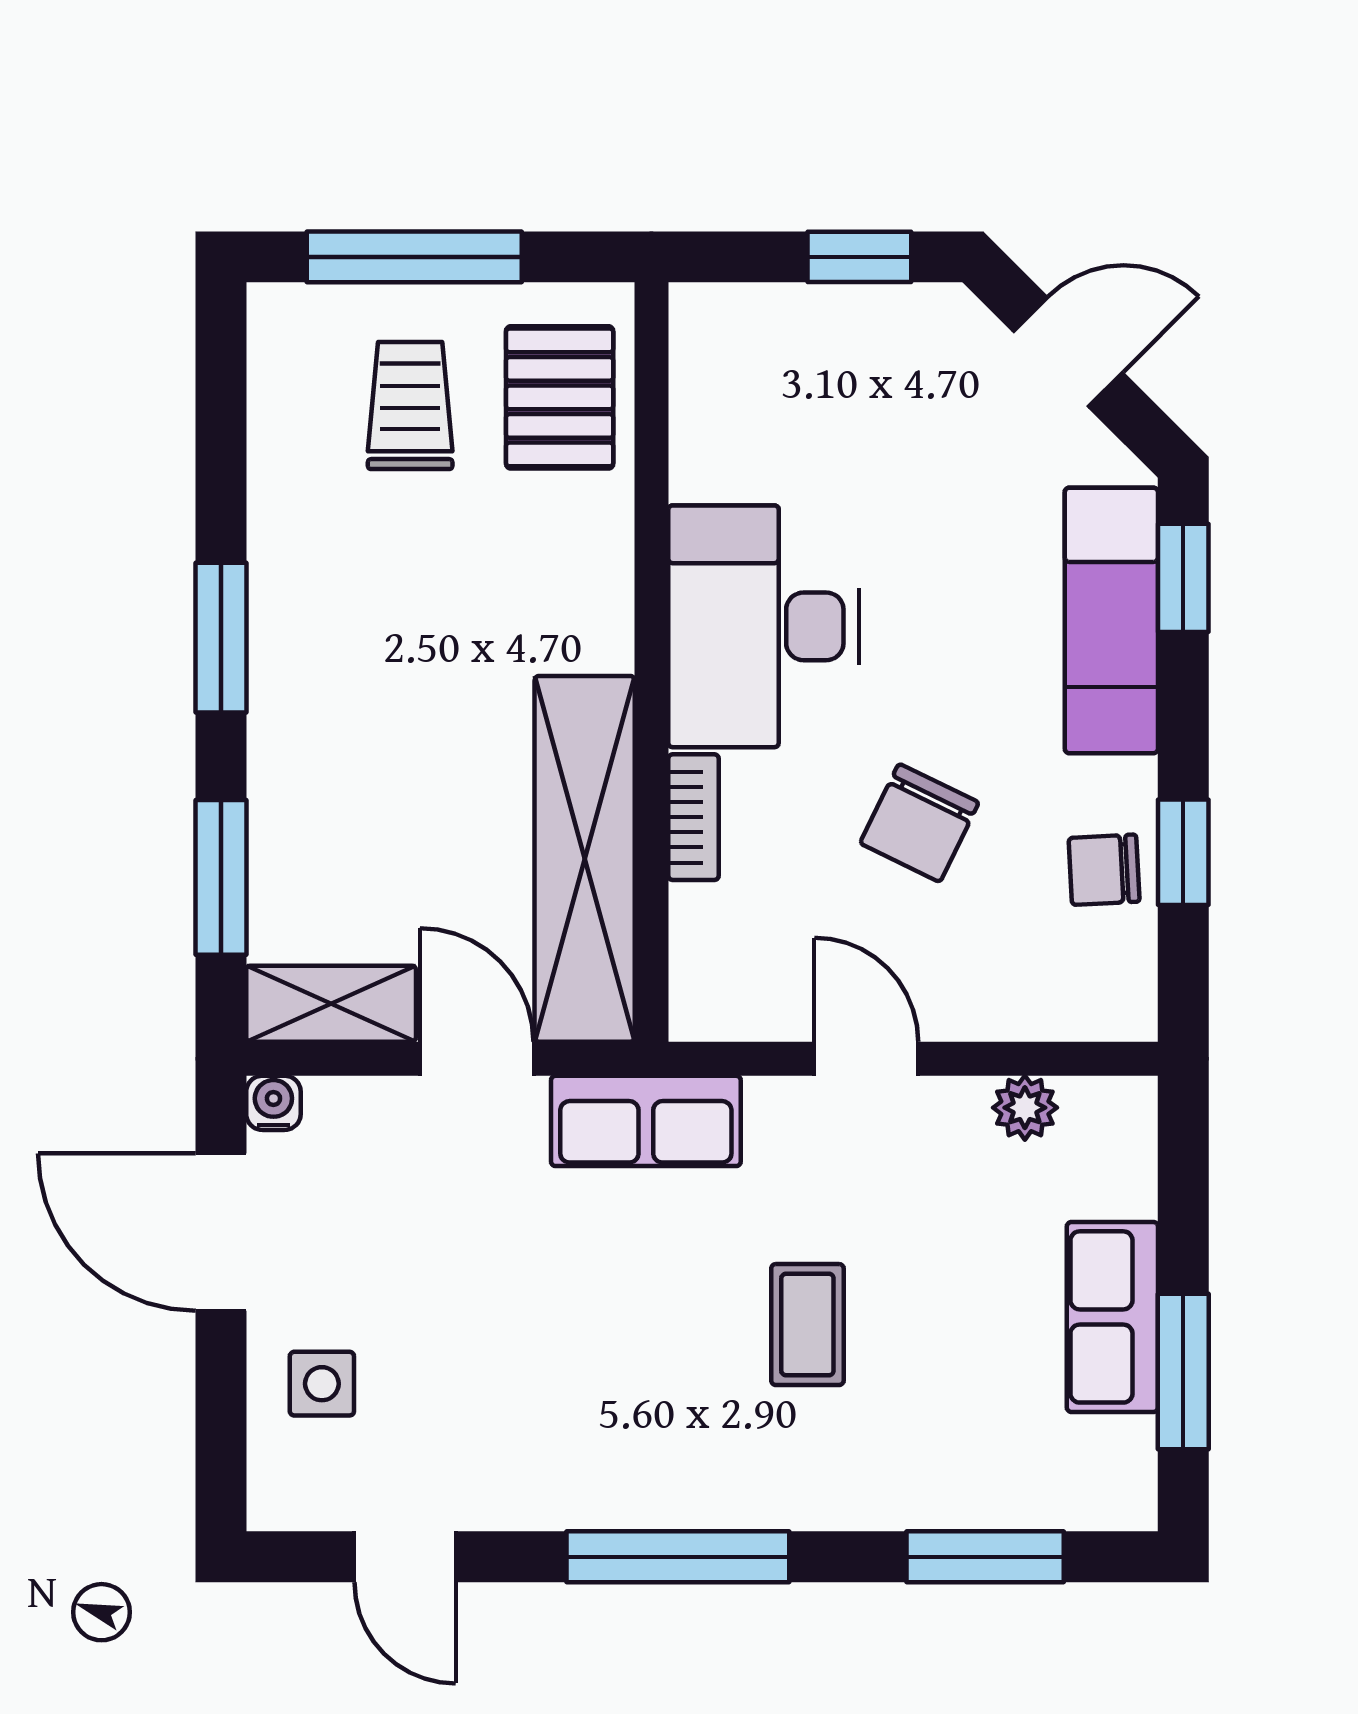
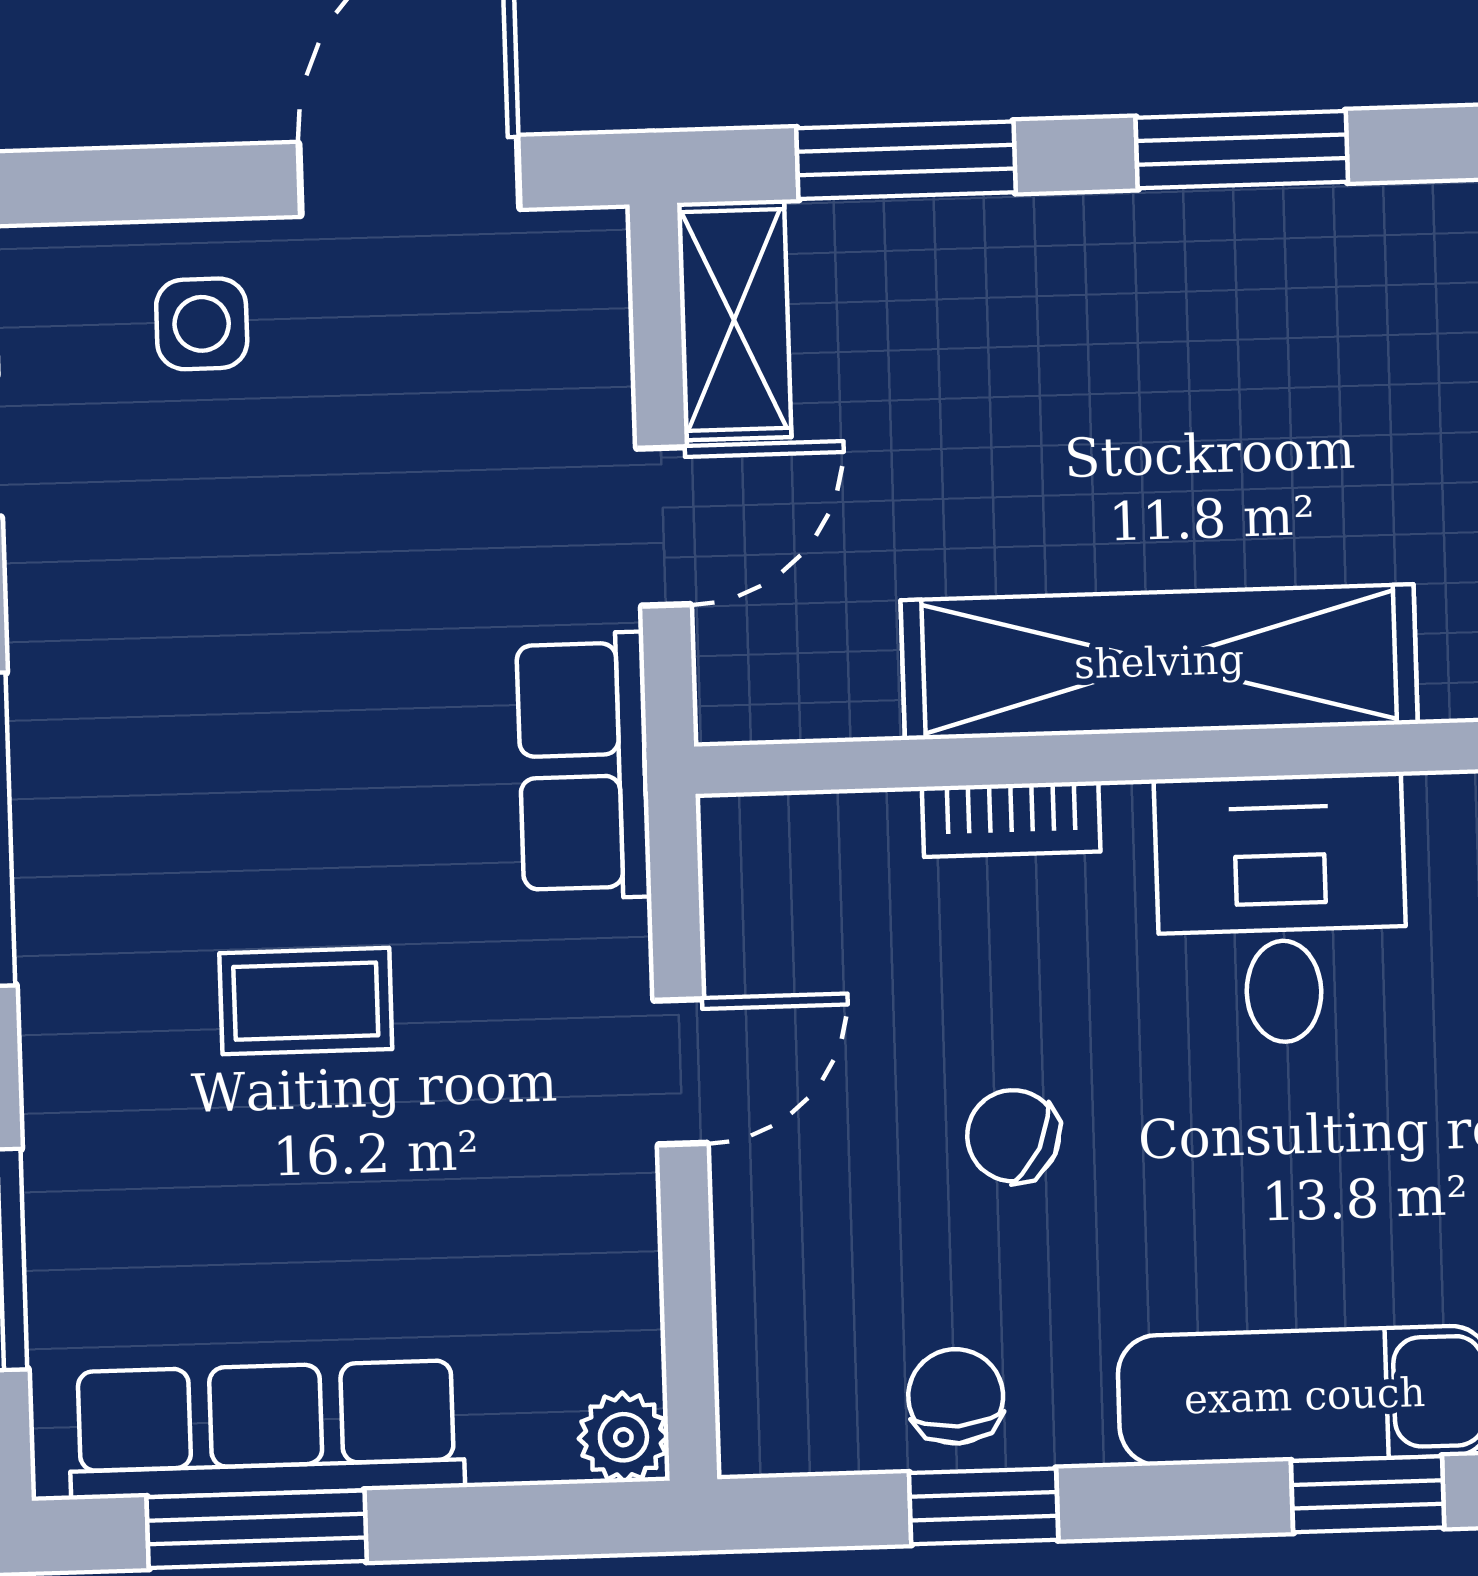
desk: (763, 626) -> (1281, 909), width x0.73
chair: (919, 823) -> (1013, 1136), width x0.73, depth x0.73
shelving: (585, 859) -> (1159, 662), moved
water cooler: (273, 1103) -> (593, 244), removed
plant: (1025, 1108) -> (623, 1437), moved
row of seats: (1112, 1317) -> (266, 1430), width x1.48

